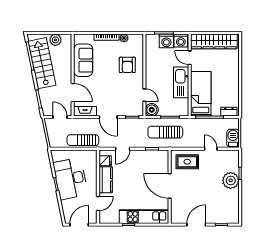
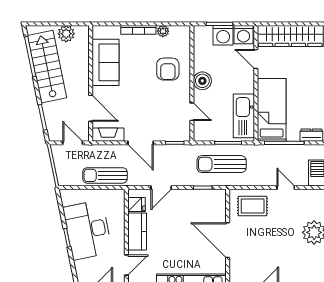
kitchen sink: (181, 82) -> (244, 116), moved
boiler: (152, 110) -> (202, 81), moved

